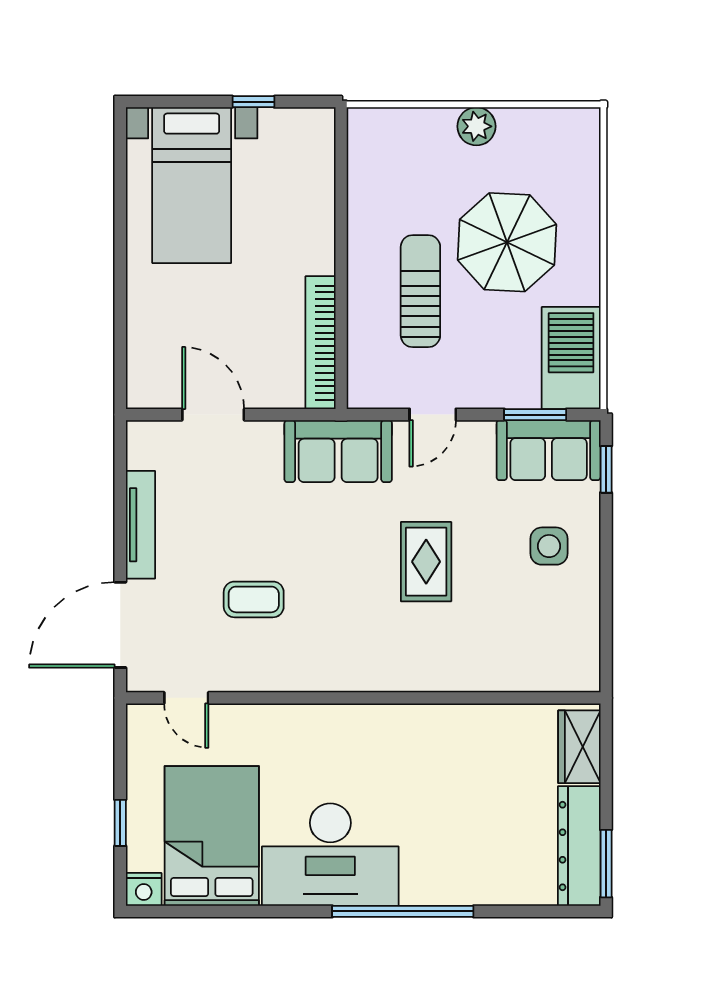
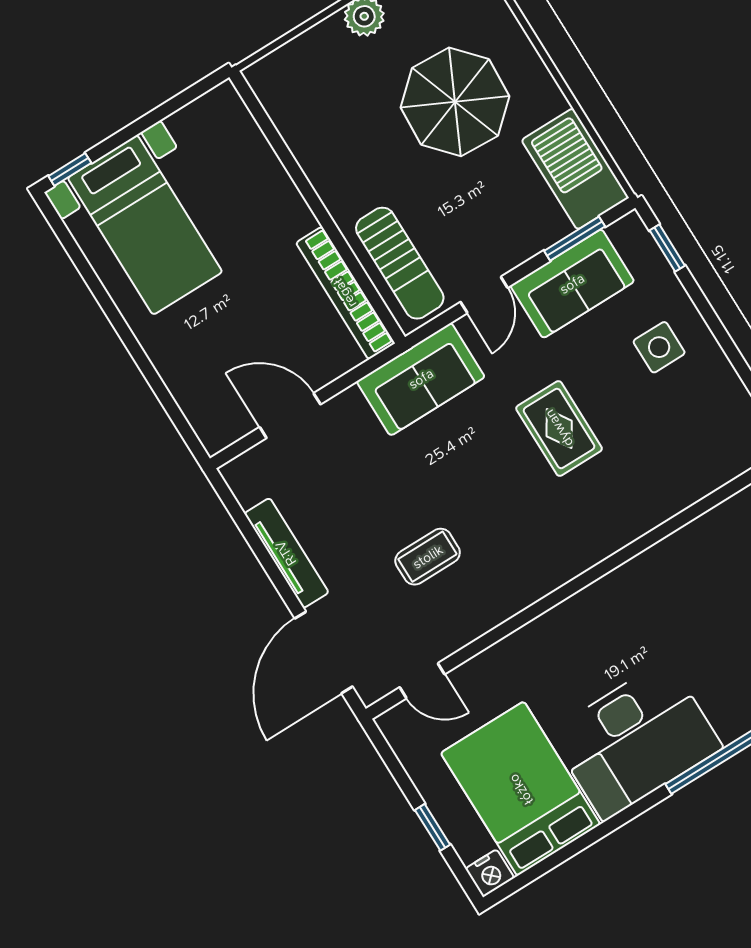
window: (253, 102) -> (70, 169), moved
sun lounger: (420, 291) -> (400, 263), moved, turned 180
sofa: (549, 450) -> (572, 284), moved

